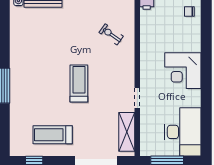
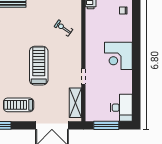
treadmill: (79, 84) -> (39, 66), width x1.37, depth x1.38
desk: (183, 132) -> (121, 108), width x0.73, depth x0.77

